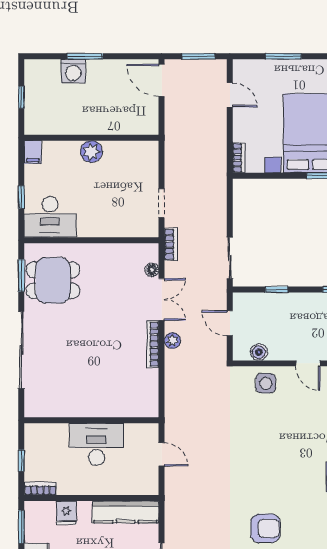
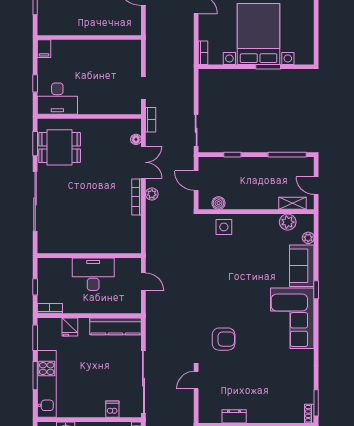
plant: (91, 152) -> (89, 48), removed
door: (308, 363) -> (256, 212), removed

